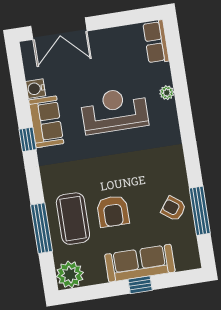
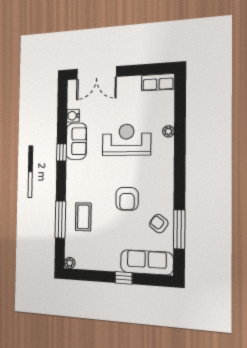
row of seats: (156, 42) -> (158, 82), moved, turned -90
armchair: (113, 211) -> (127, 199), moved
coffee table: (73, 219) -> (83, 217), width x0.73, depth x0.76
sofa: (140, 263) -> (147, 262), moved
plant: (70, 275) -> (70, 263), width x0.53, depth x0.53

